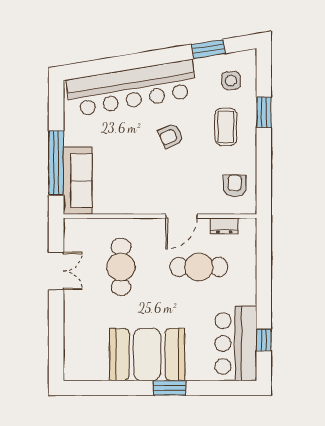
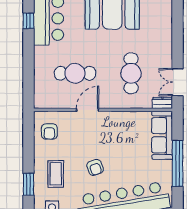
armchair: (171, 136) -> (95, 167), turned 95
window: (56, 163) -> (178, 163), moved
dresser: (224, 226) -> (162, 103), moved
double door: (56, 271) -> (178, 82), moved

